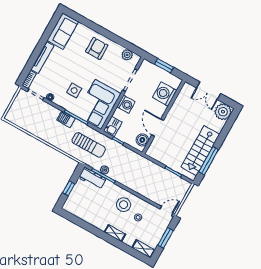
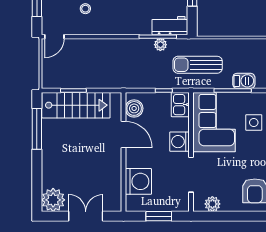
stairs: (200, 151) -> (76, 105), moved, turned 90
stool: (124, 205) -> (112, 15), removed

